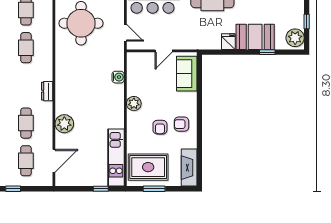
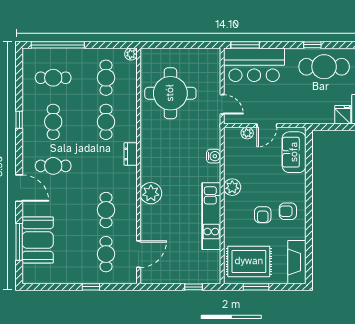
plant: (147, 57) -> (247, 133), added
dresser: (47, 91) -> (131, 154), moved
plant: (64, 124) -> (151, 193), moved
kitchen unit: (116, 158) -> (211, 216), moved

